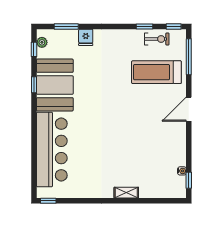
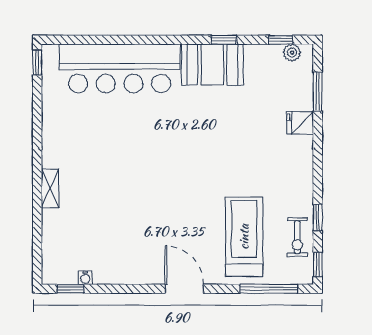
booth: (55, 85) -> (212, 65), width x0.73, depth x0.70

